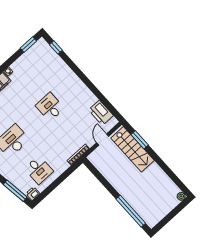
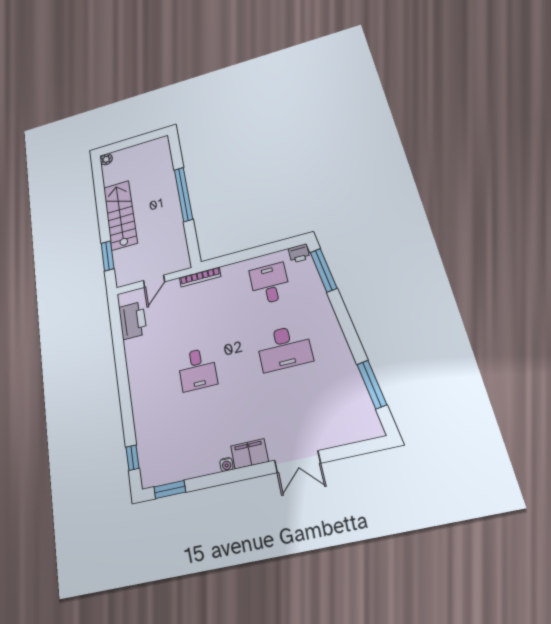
stairs: (132, 149) -> (120, 215), moved
window: (131, 211) -> (184, 194), moved

